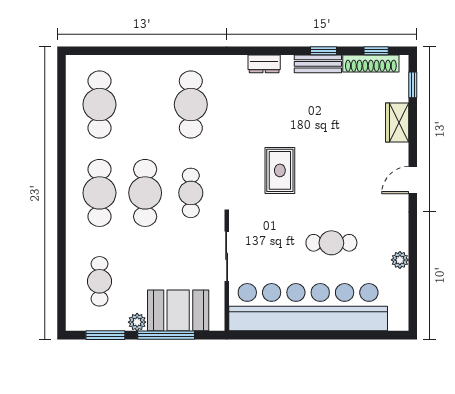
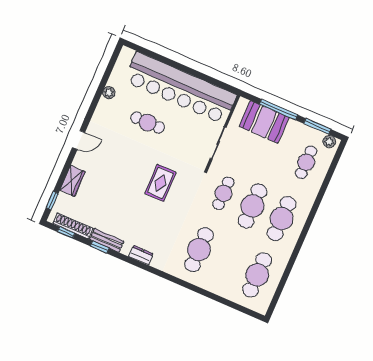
plant: (137, 322) -> (329, 142), moved

